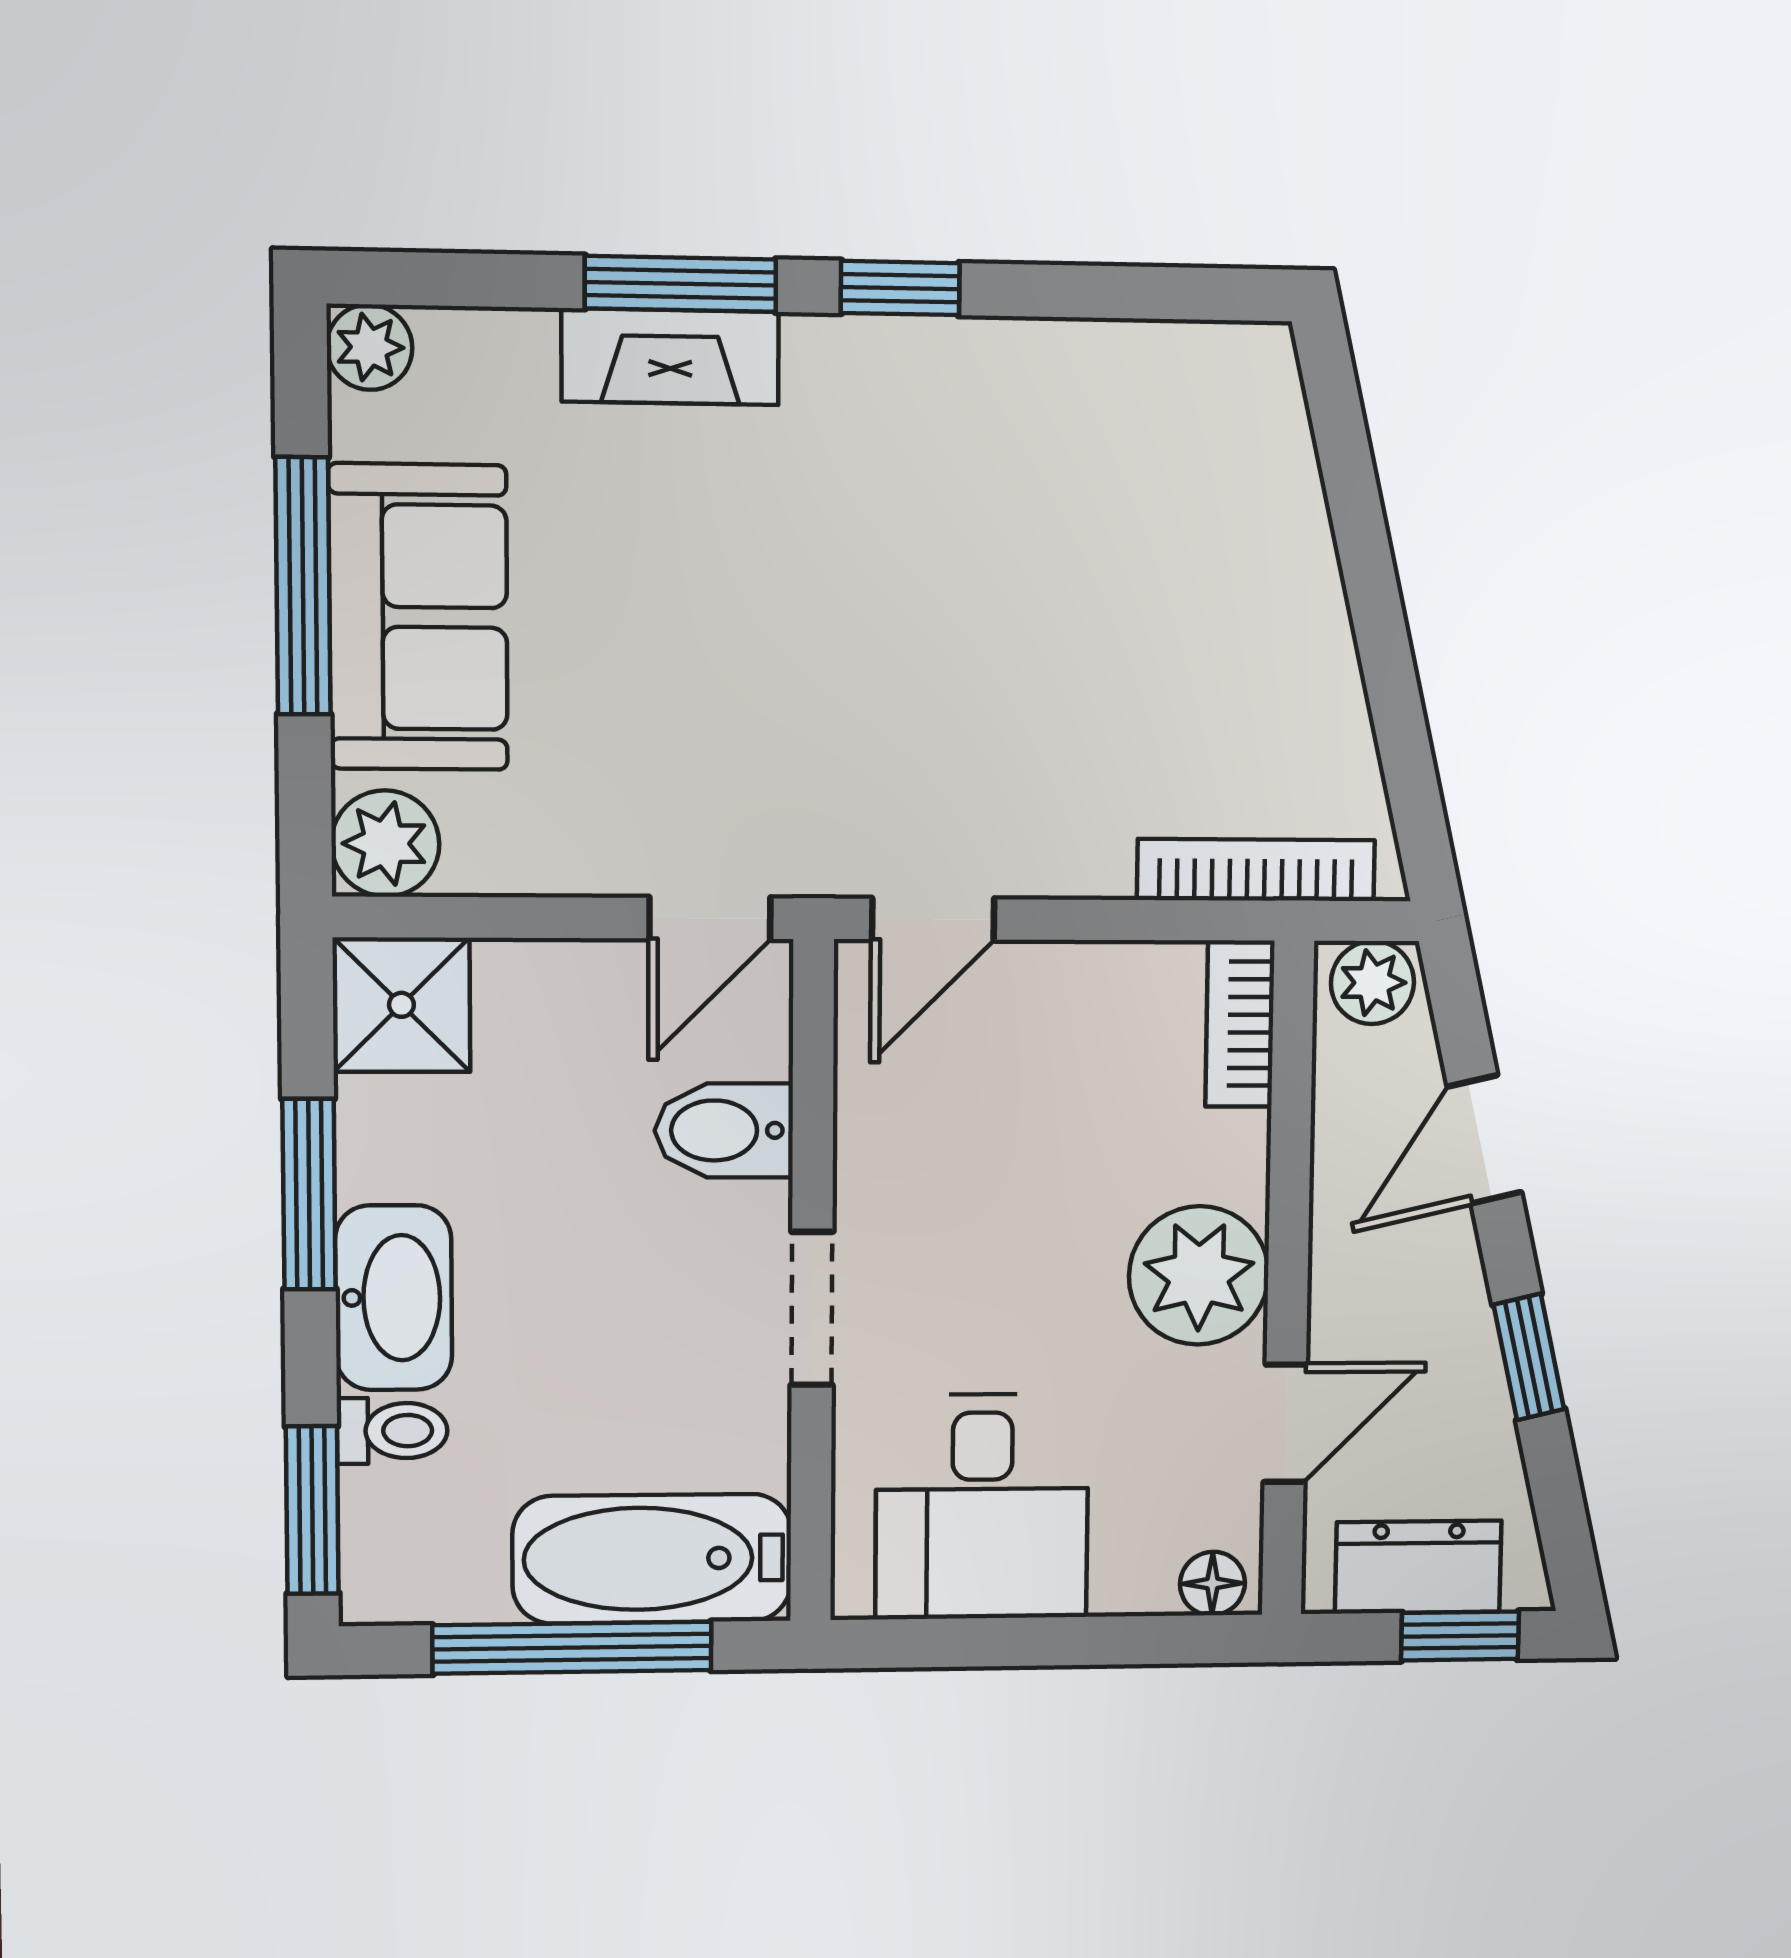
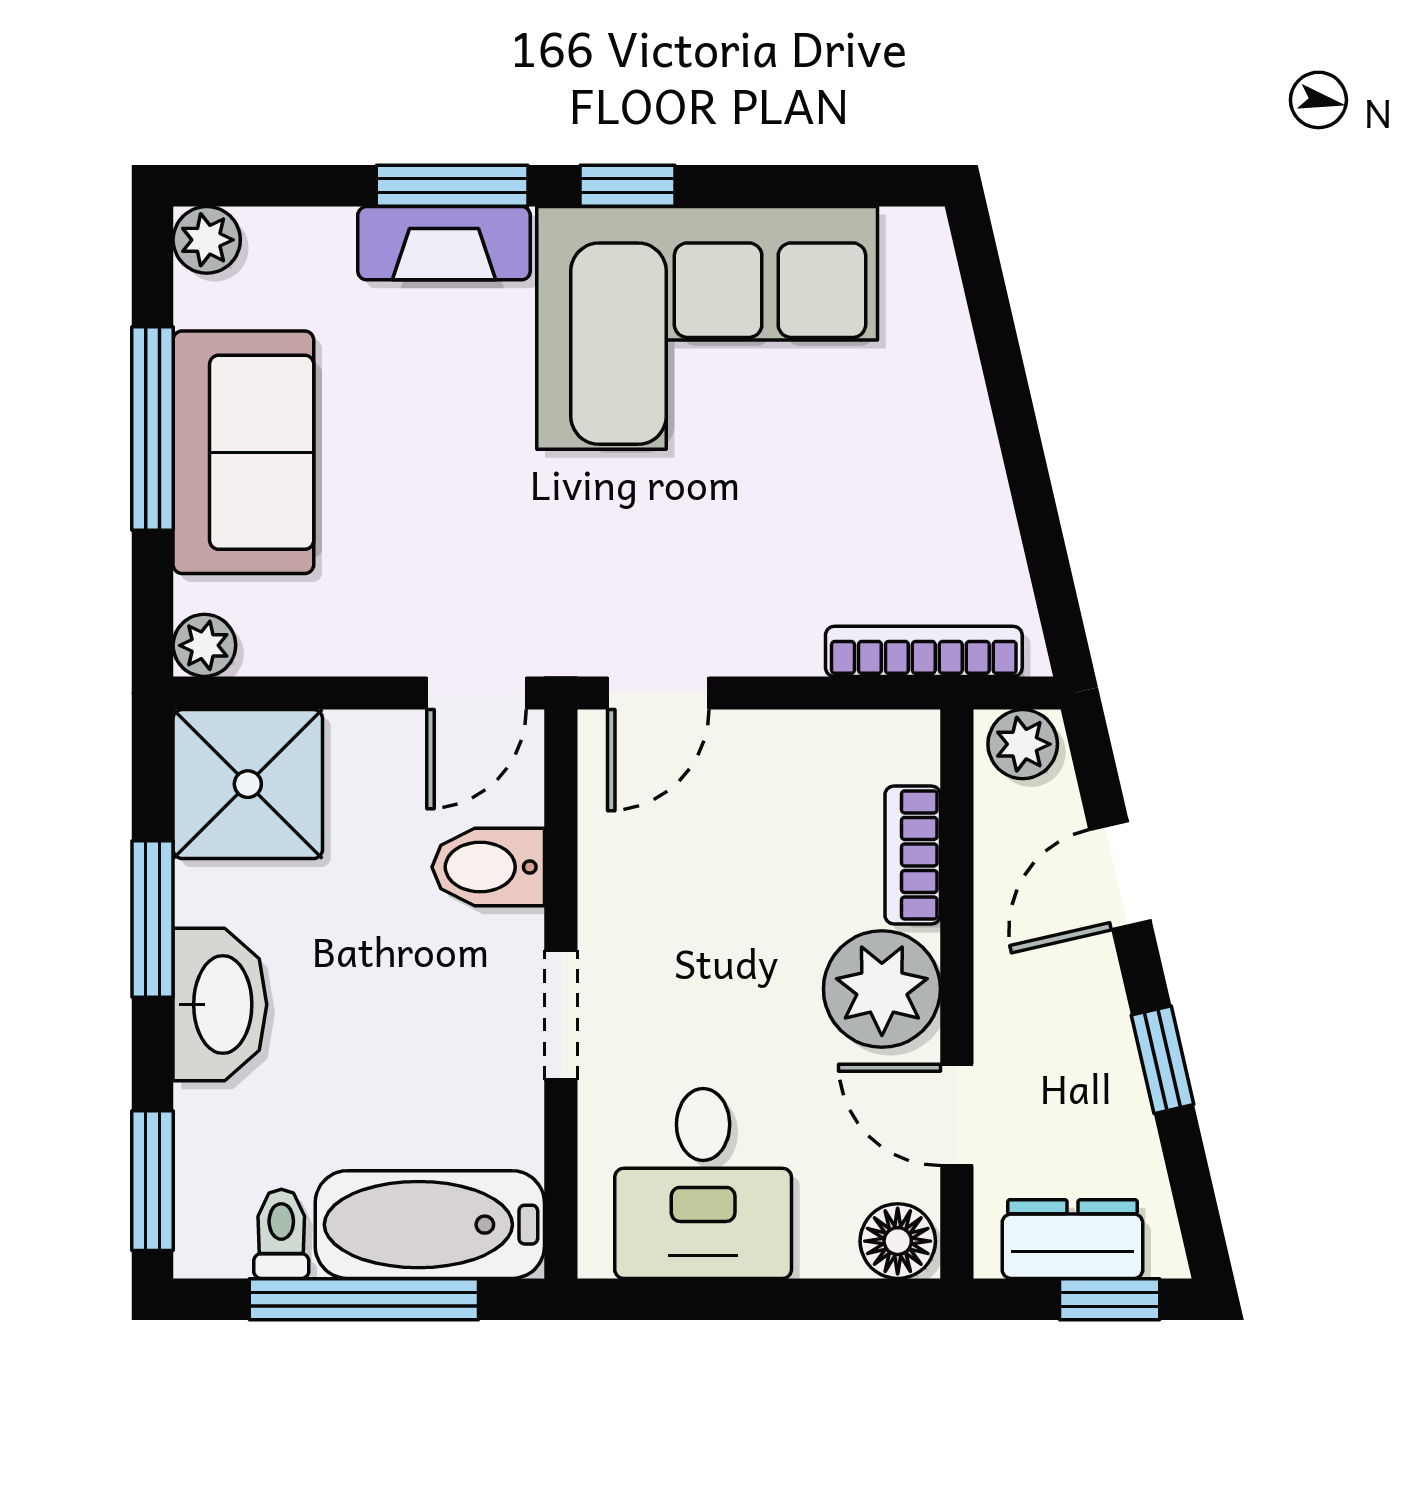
corner sofa: (997, 469) -> (707, 328), added
plant: (385, 844) -> (204, 645), width x0.73, depth x0.73
shower: (401, 1005) -> (248, 784), width x1.36, depth x1.36
bookcase: (1240, 1024) -> (913, 855), moved
door: (1285, 1423) -> (957, 1115), swing flipped
toilet: (392, 1431) -> (281, 1234), moved, turned -90
floor lamp: (1212, 1584) -> (898, 1241), width x1.37, depth x1.37

